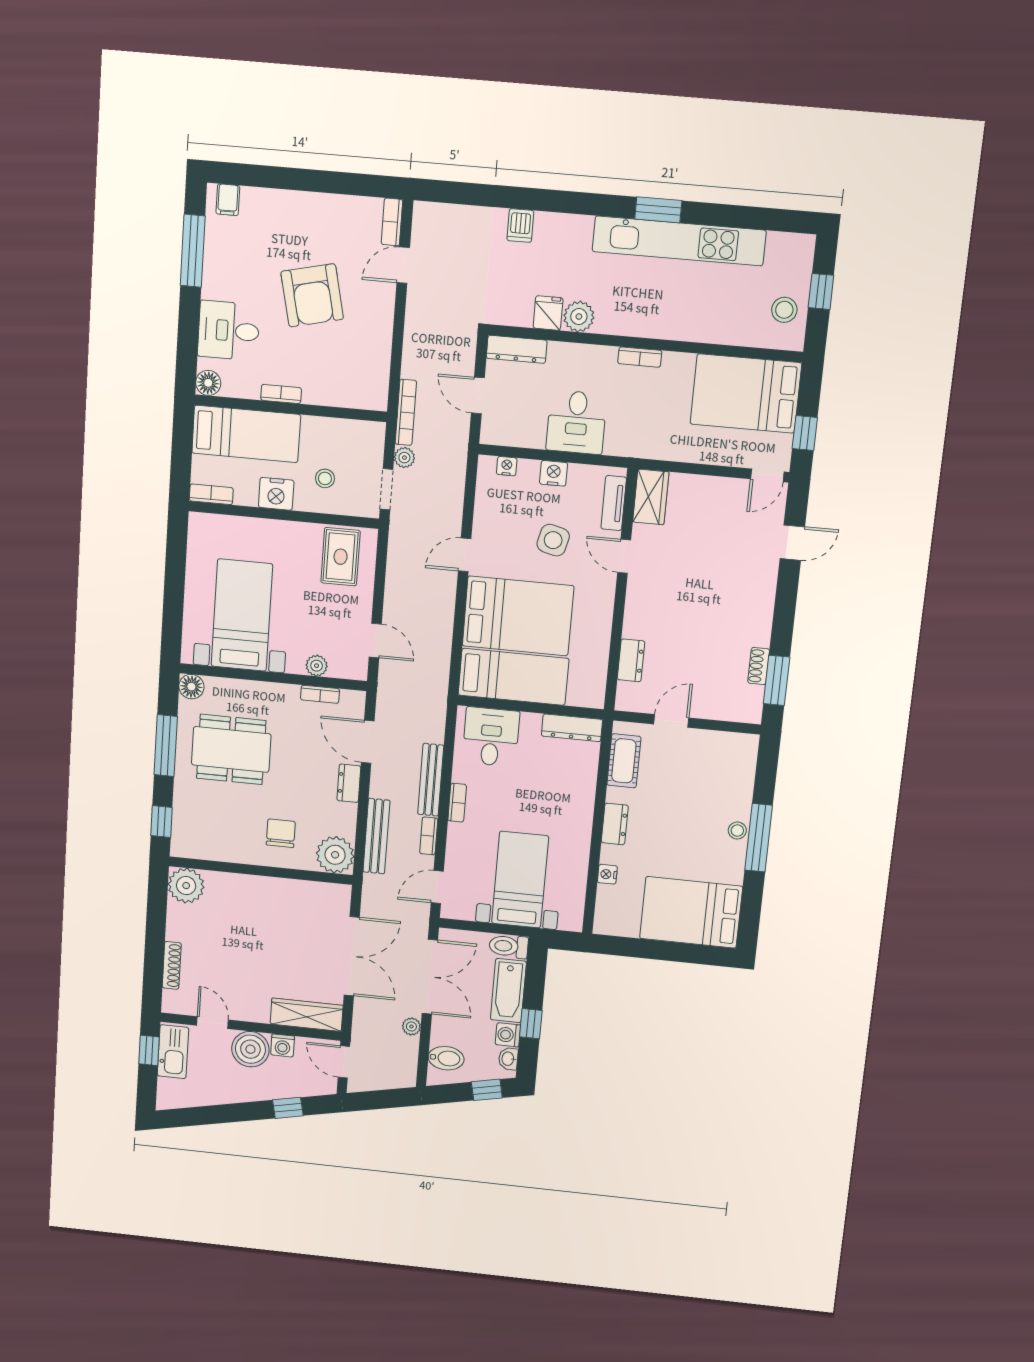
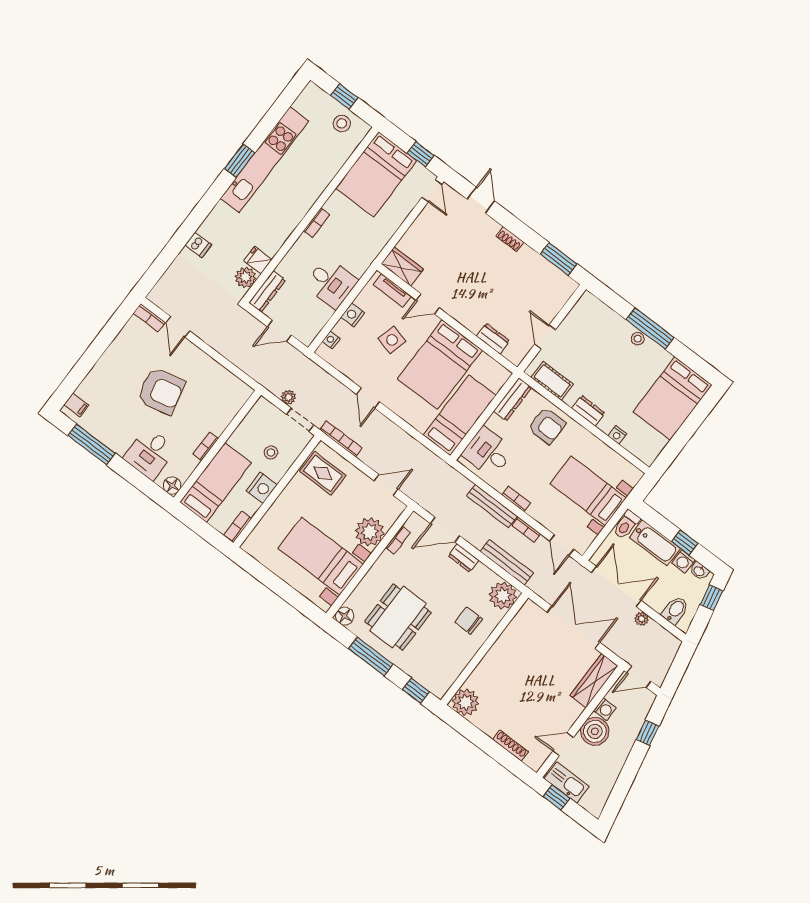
plant: (579, 317) -> (245, 277), moved
bookcase: (406, 412) -> (341, 439), moved
bed: (518, 616) -> (440, 365), moved, turned 180
plant: (317, 666) -> (370, 532), width x1.88, depth x1.88
shoe rack: (759, 666) -> (510, 239), moved
armchair: (566, 787) -> (547, 426), added

